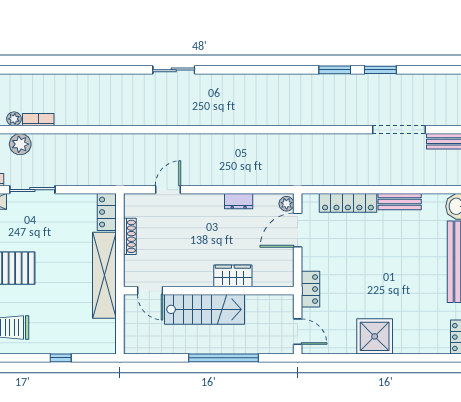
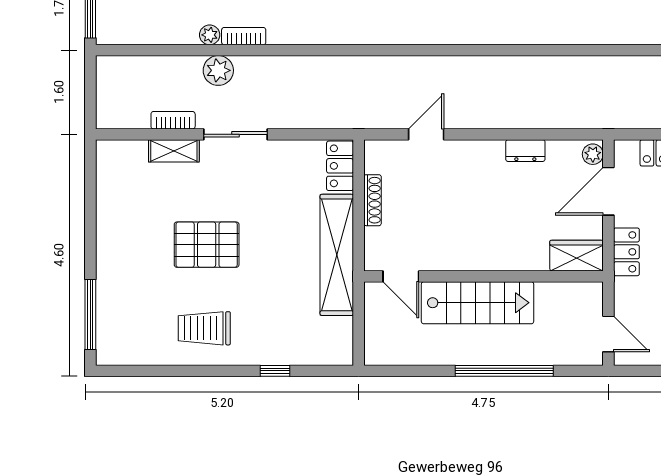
wardrobe: (233, 276) -> (576, 256), moved
locker: (310, 289) -> (626, 252), moved

